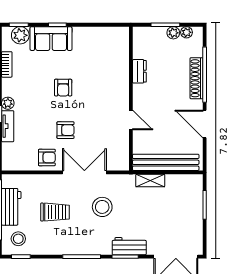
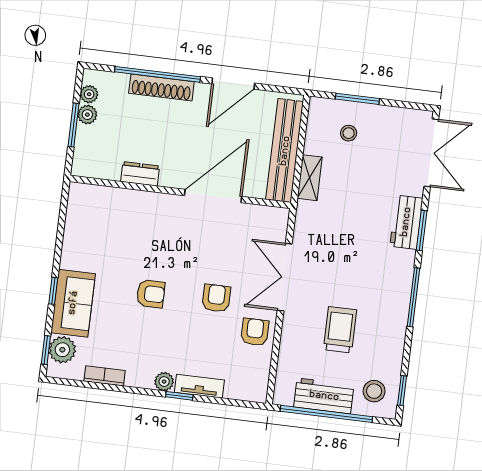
door: (131, 120) -> (213, 196), width x1.87
stool: (102, 207) -> (349, 133), moved, width x0.53, depth x0.53

